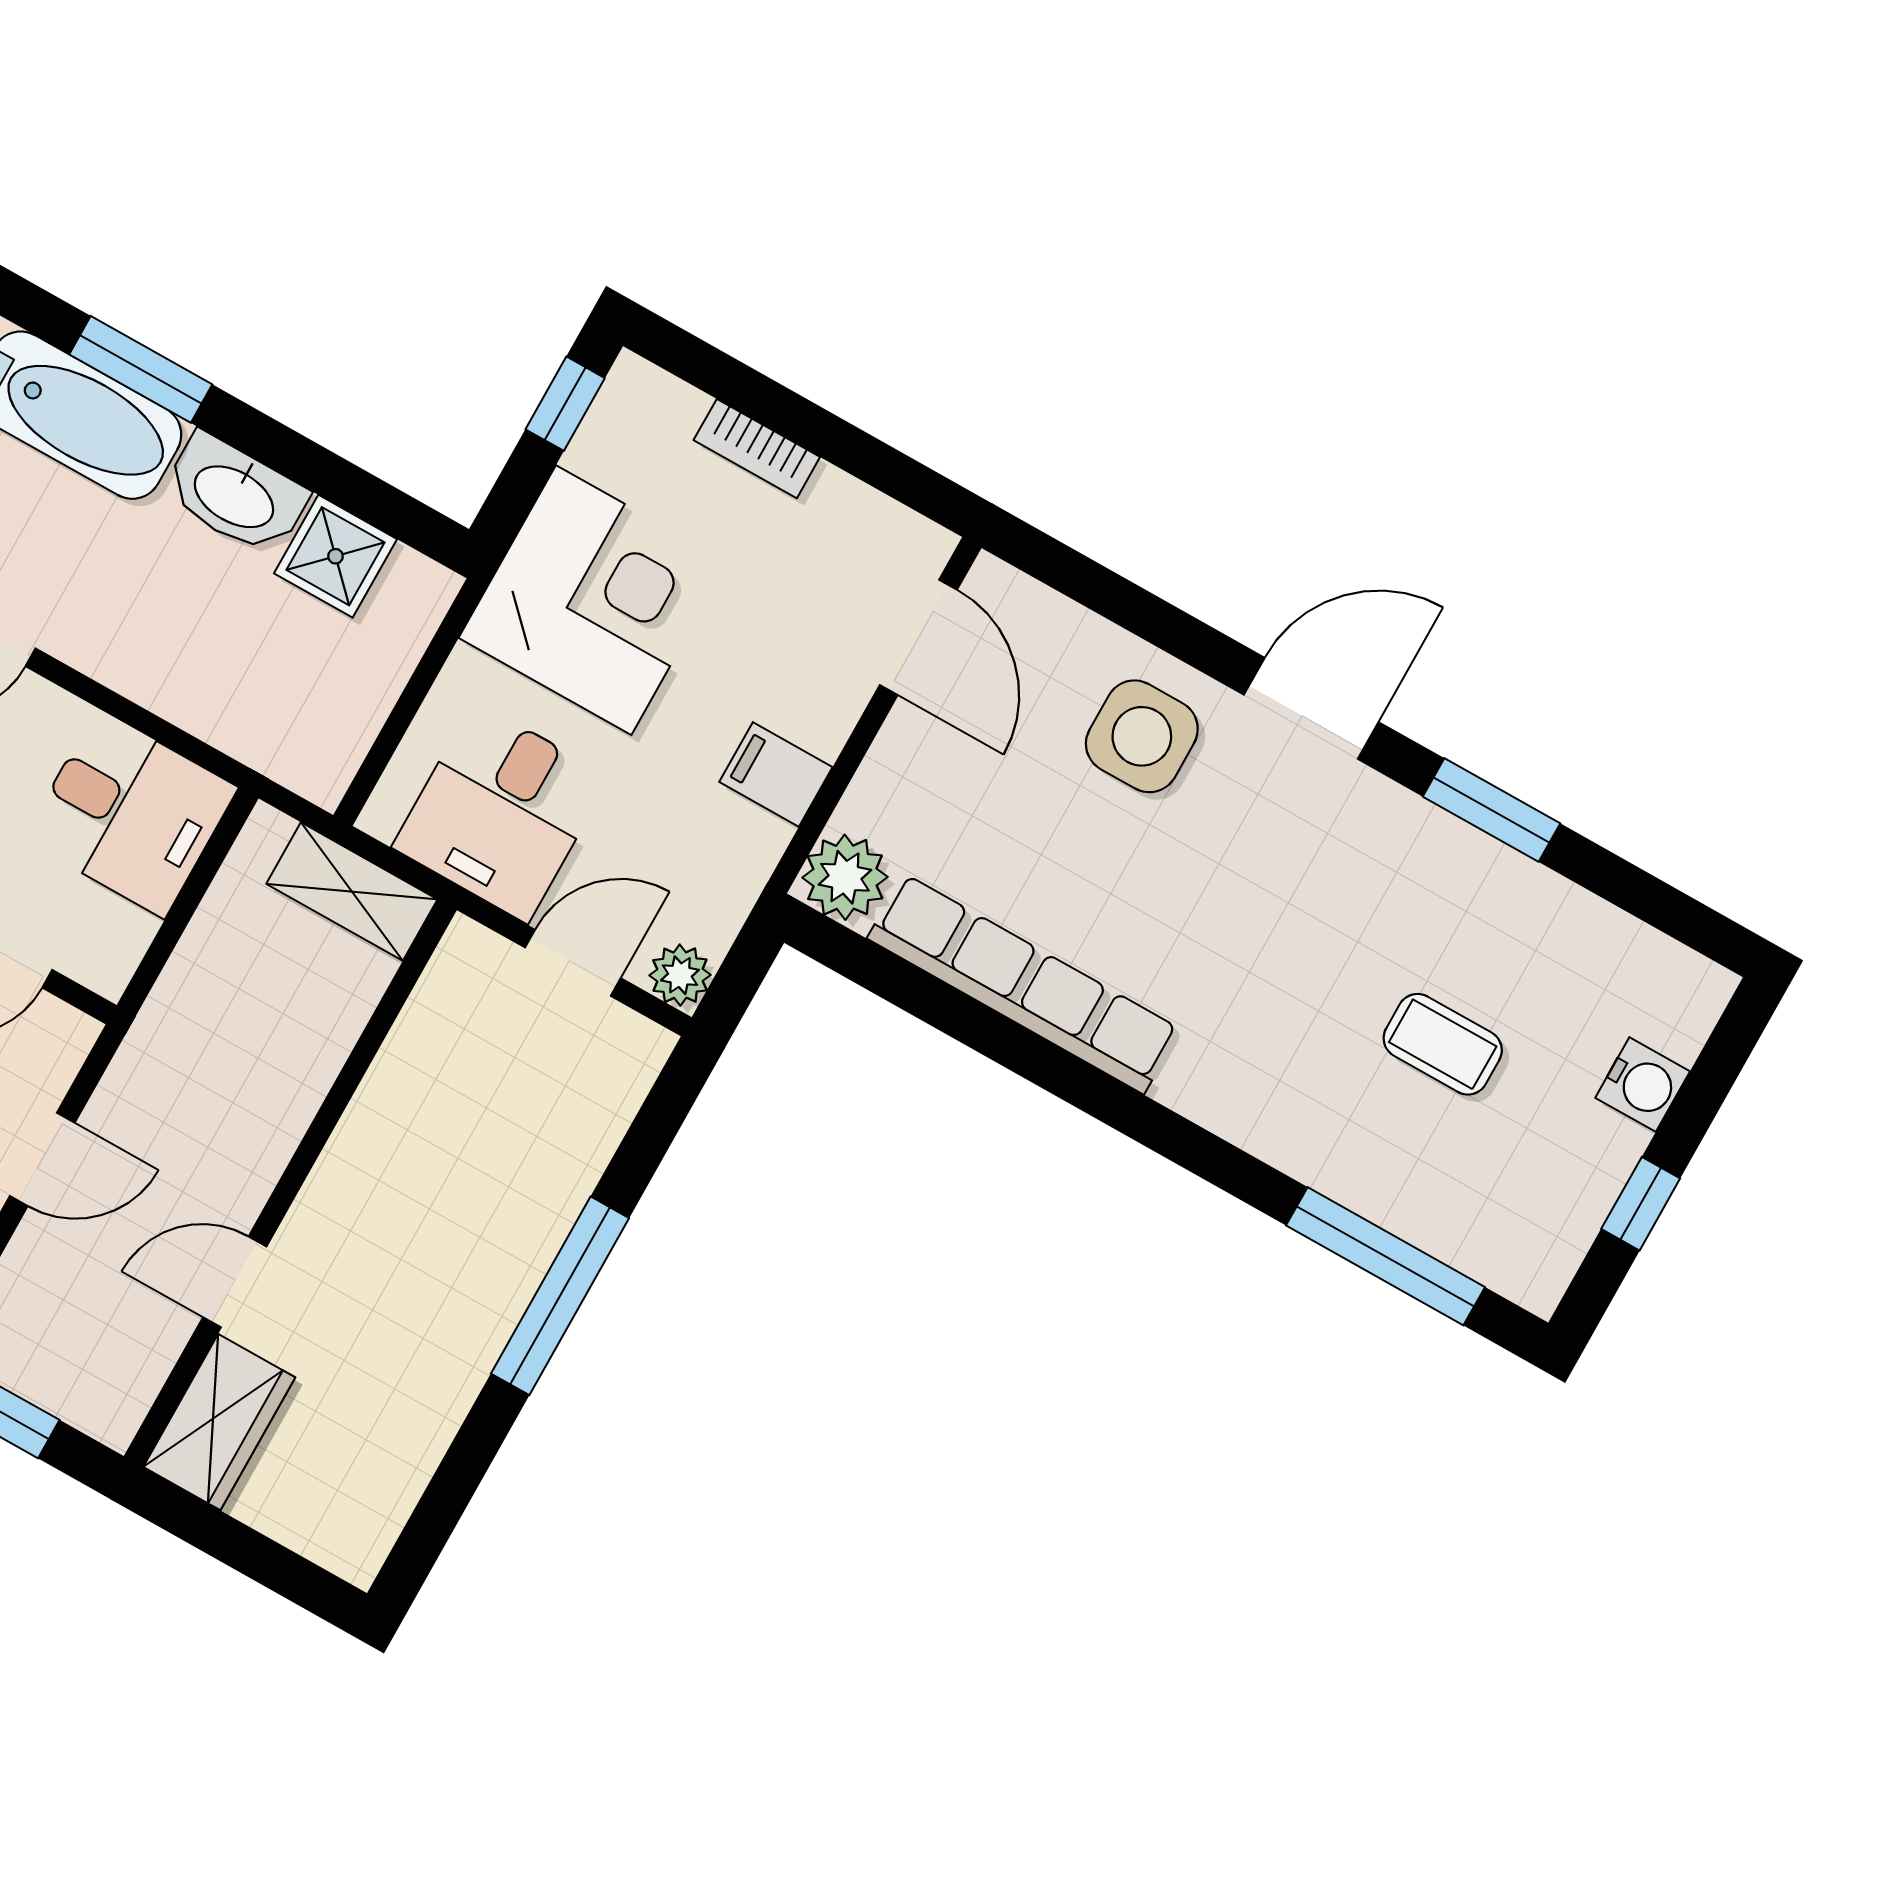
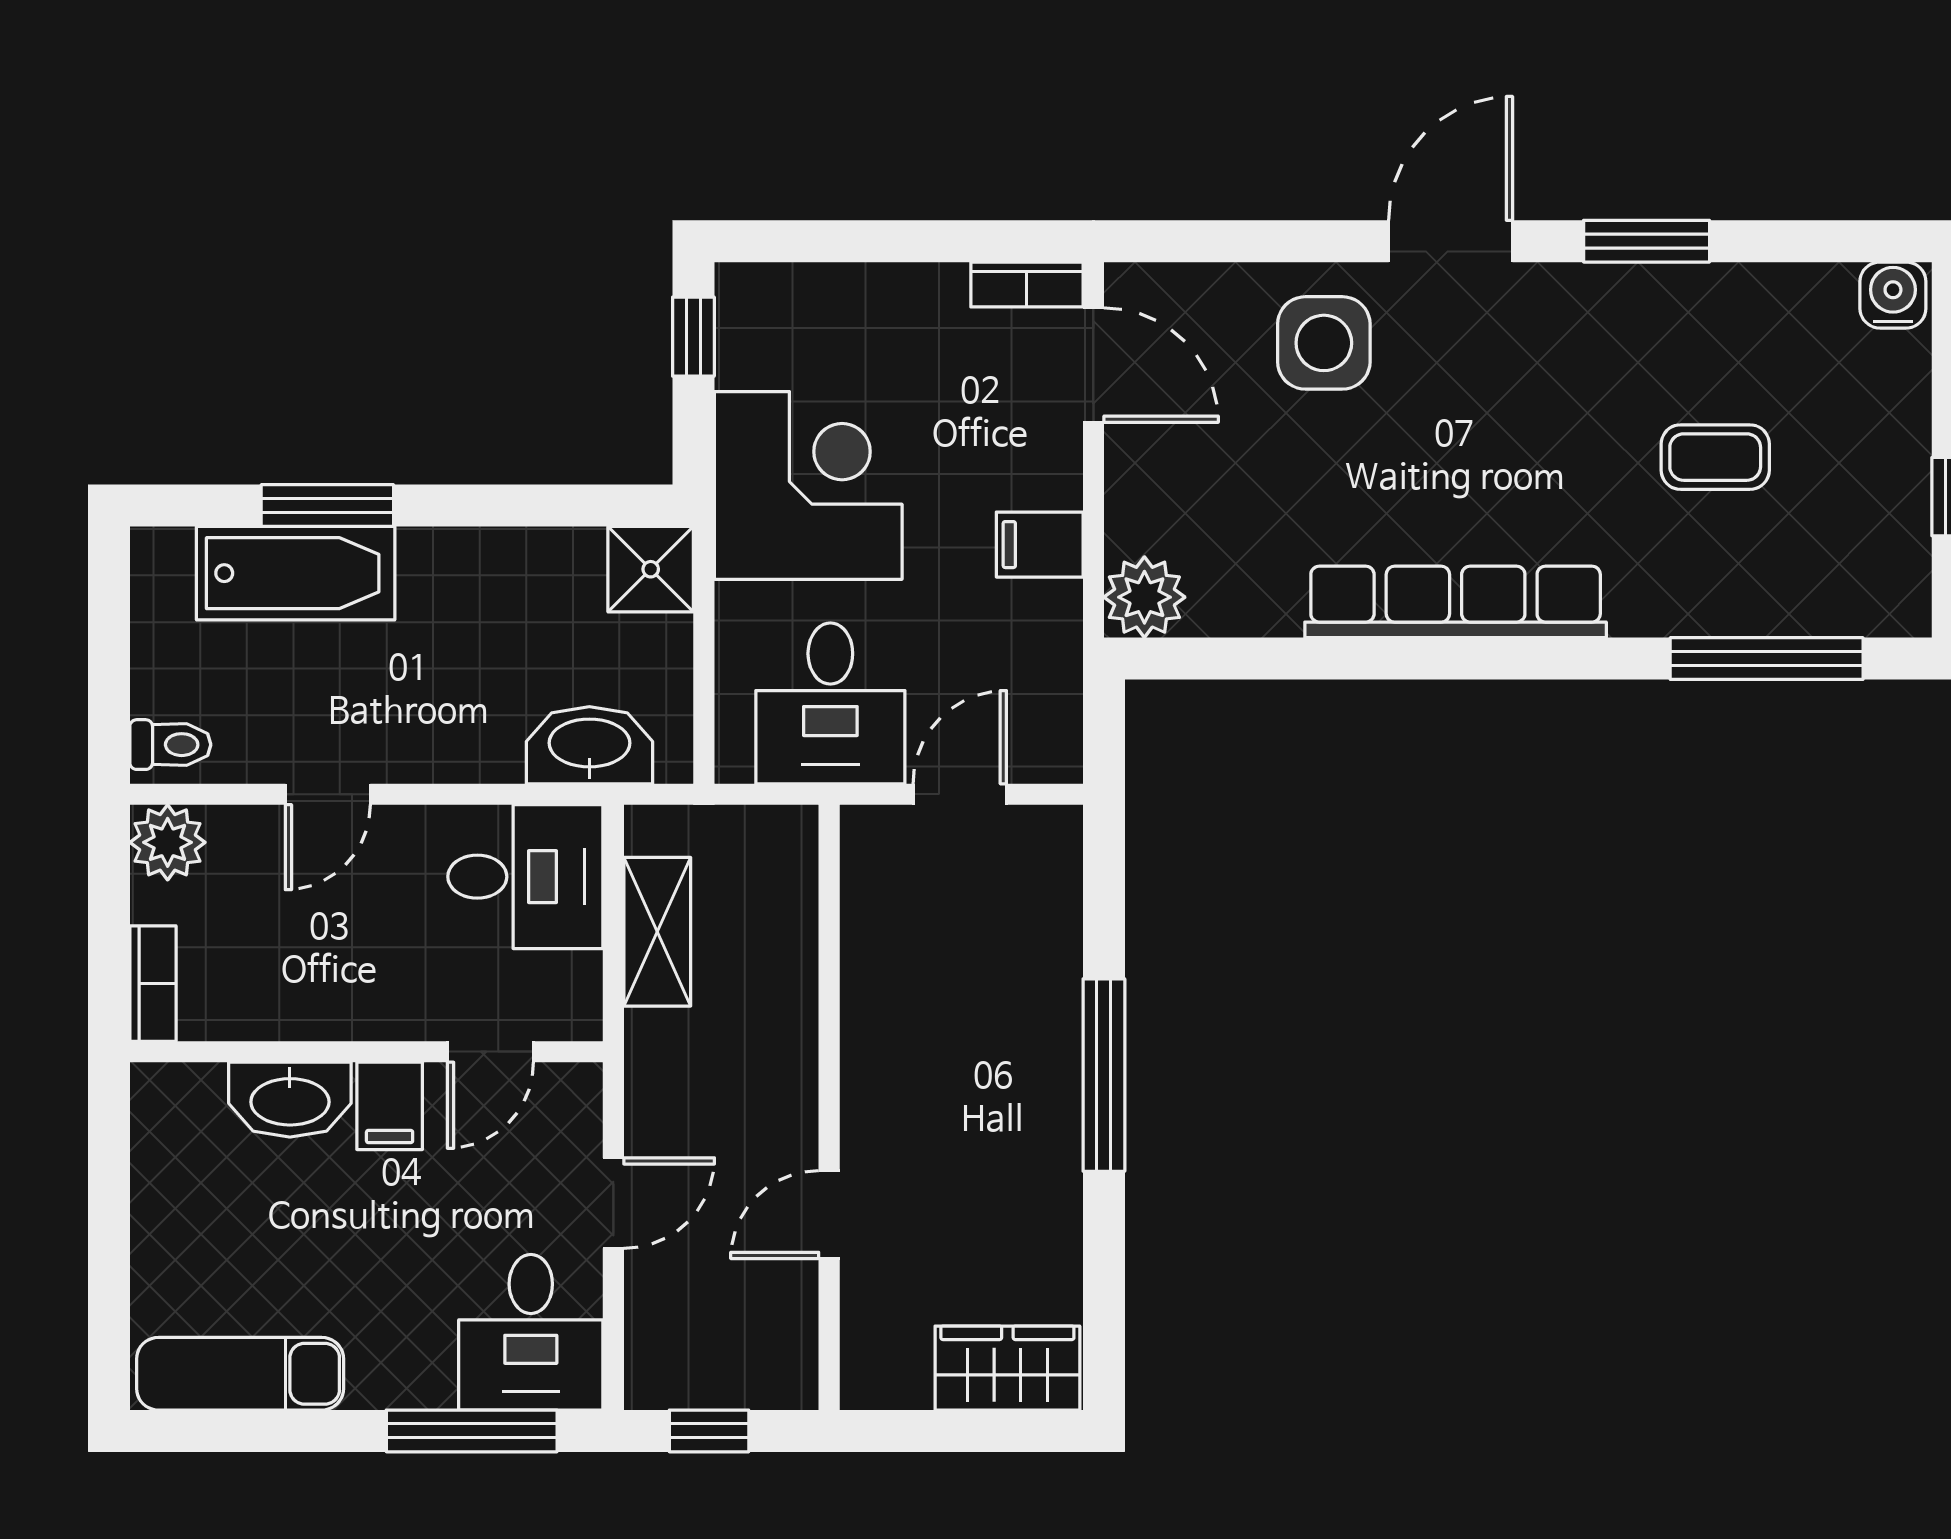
bookcase: (757, 449) -> (1027, 284), moved
washbasin: (235, 495) -> (589, 745), moved, turned 180
shower: (336, 556) -> (651, 569), moved
shelving: (352, 892) -> (657, 932), moved, turned 90
plant: (680, 975) -> (1054, 755), removed
row of seats: (1024, 984) -> (1456, 602), moved
water cooler: (1643, 1085) -> (1893, 295), moved, turned -90
wardrobe: (219, 1422) -> (1007, 1368), moved, turned -90

